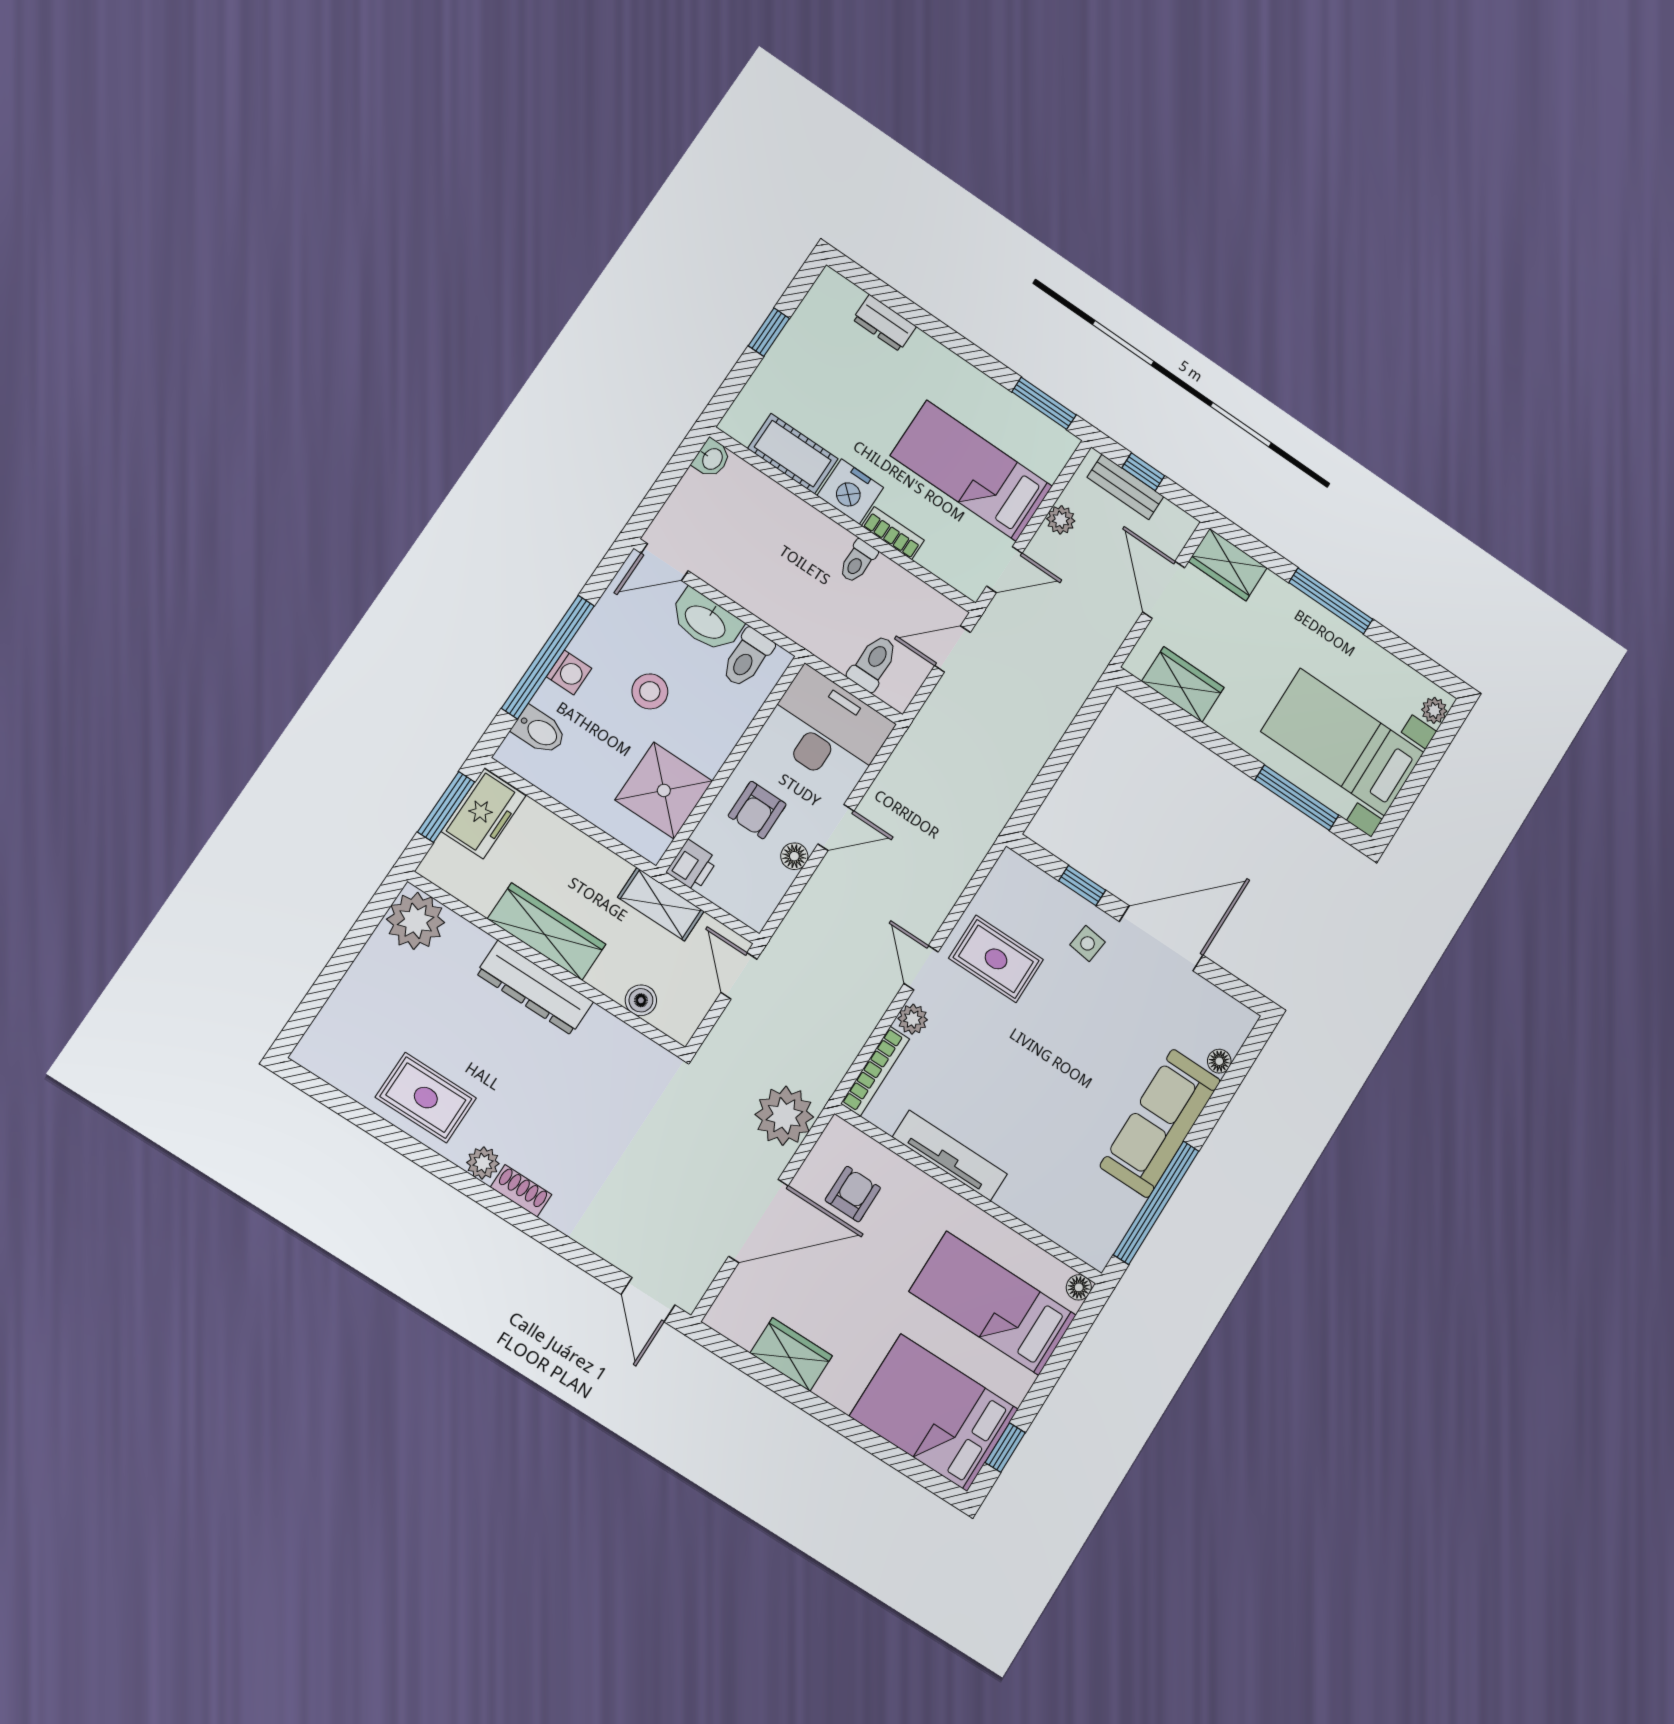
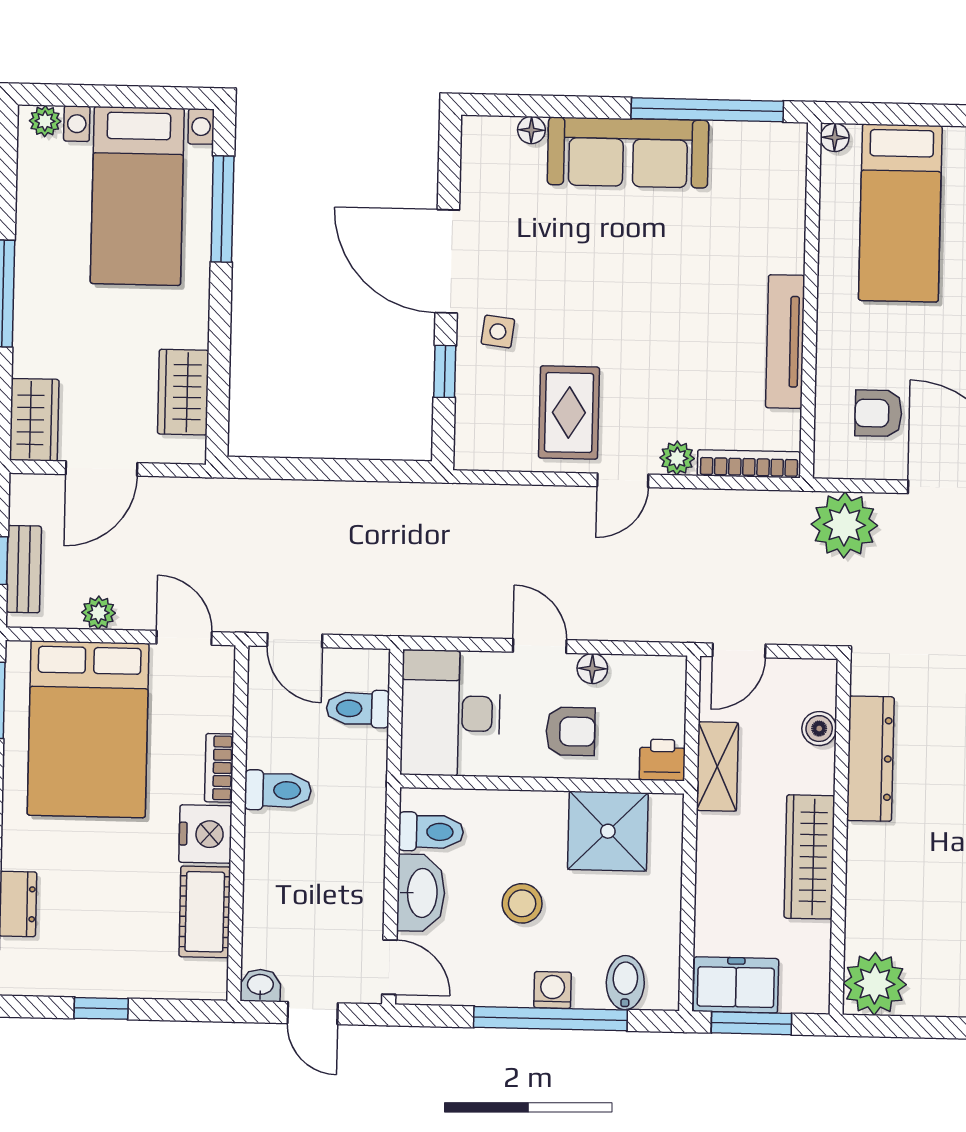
bed: (971, 471) -> (88, 729), width x1.50
door: (666, 483) -> (313, 1013), added
toilet: (858, 561) -> (278, 790), width x1.37, depth x1.39
dresser: (535, 988) -> (870, 759), moved

